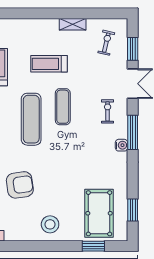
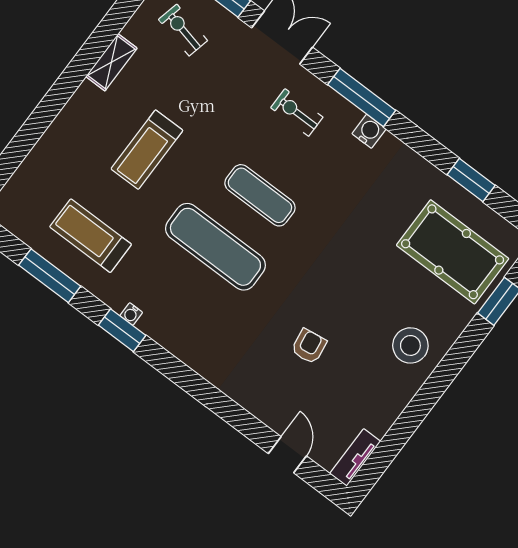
exercise mat: (63, 107) -> (260, 195), moved
armchair: (20, 185) -> (309, 346), width x0.53, depth x0.53
window: (133, 210) -> (471, 180), moved

